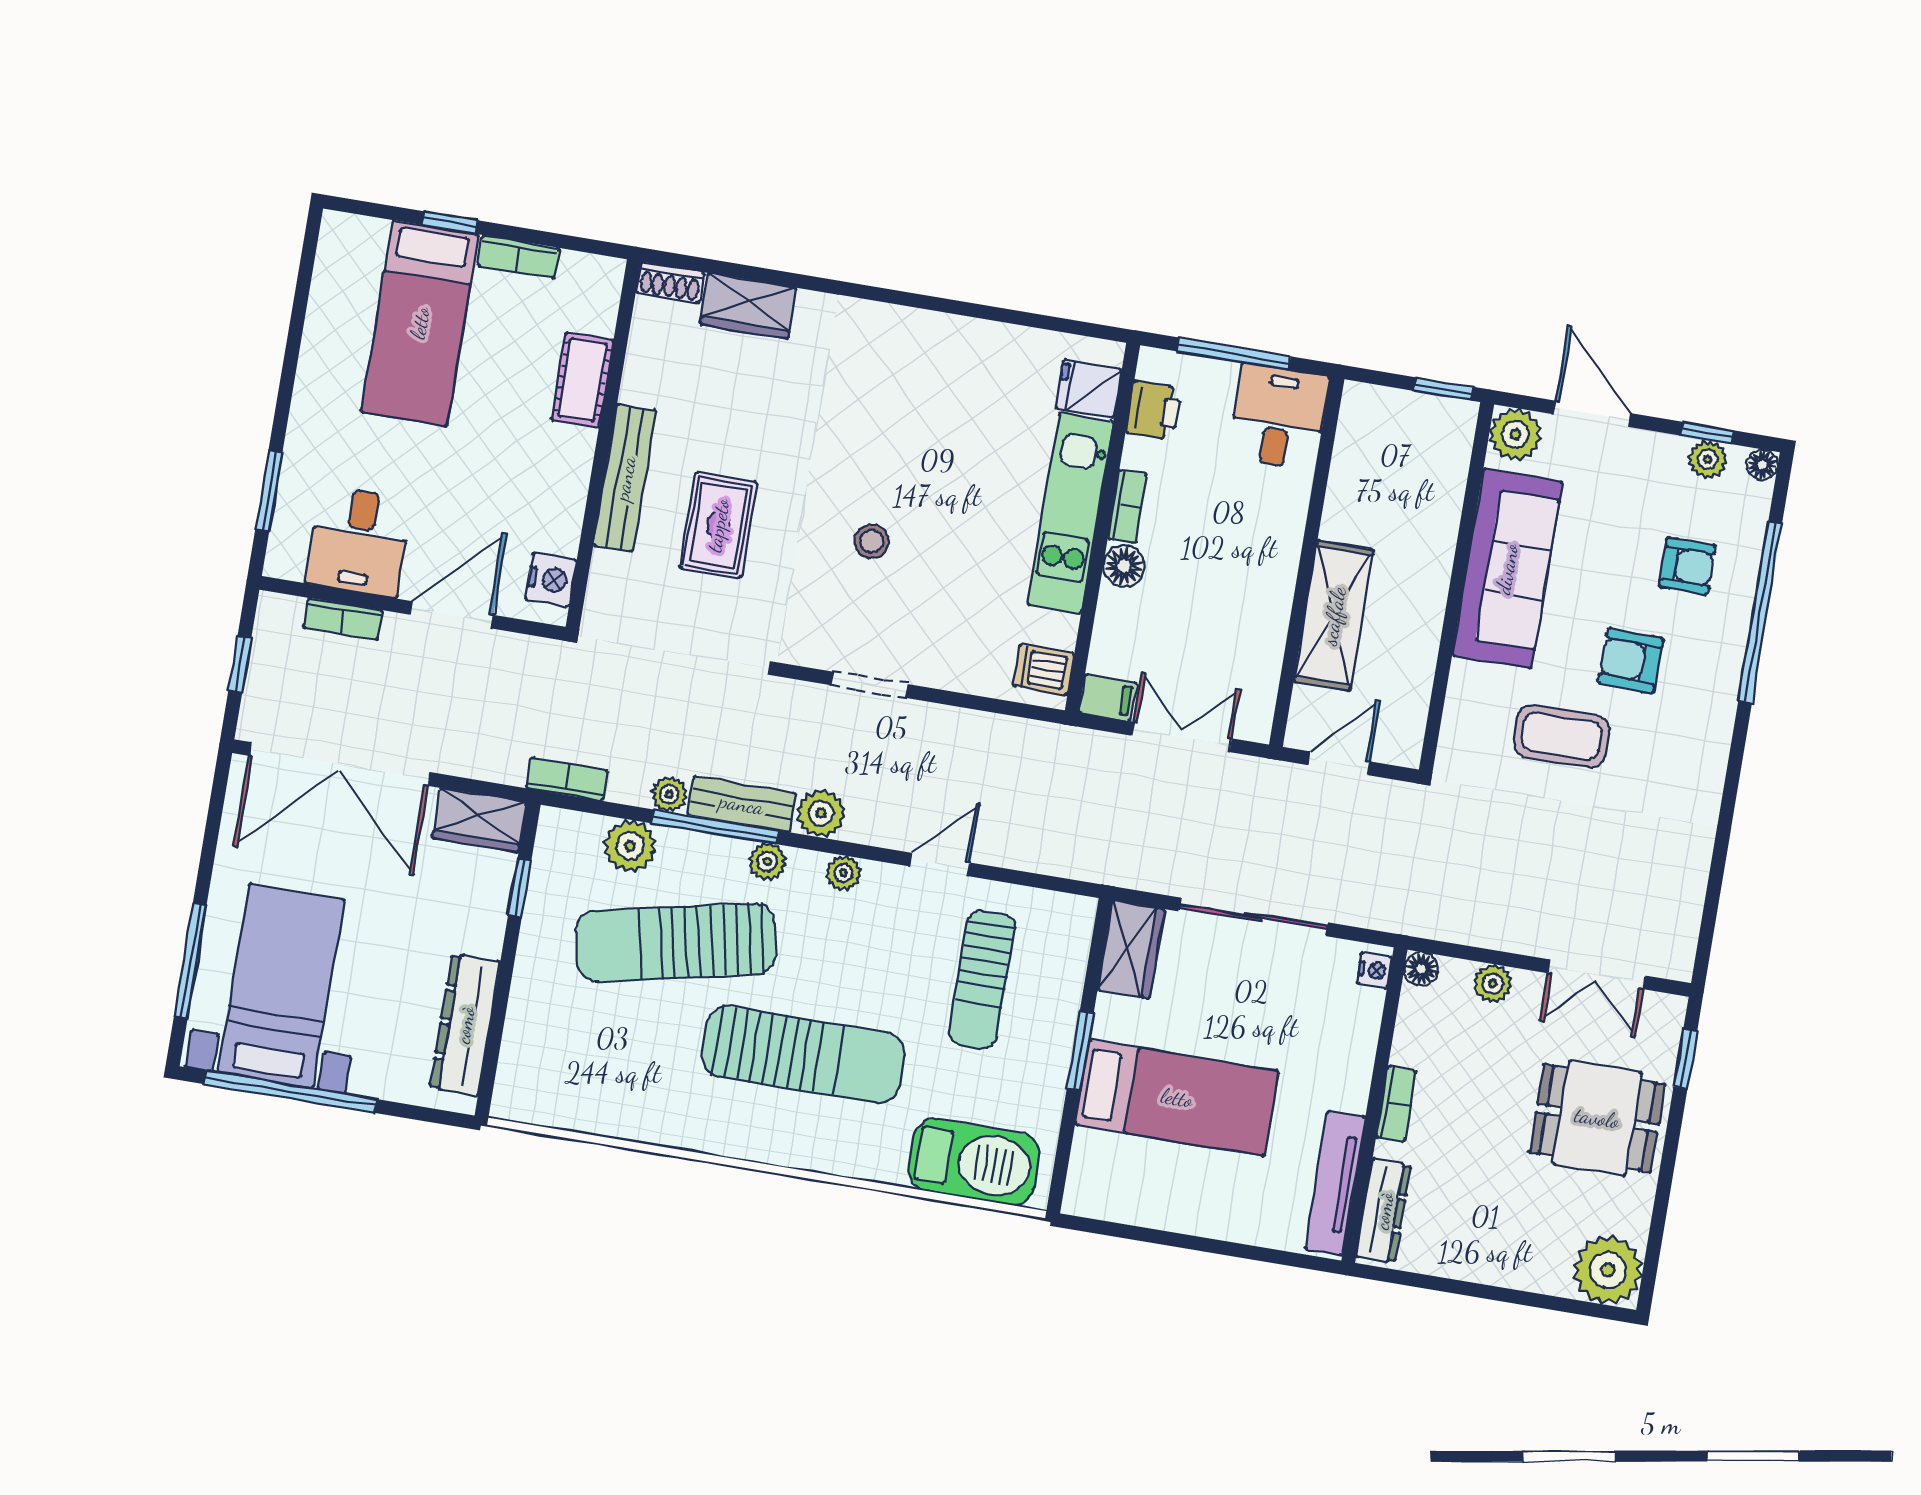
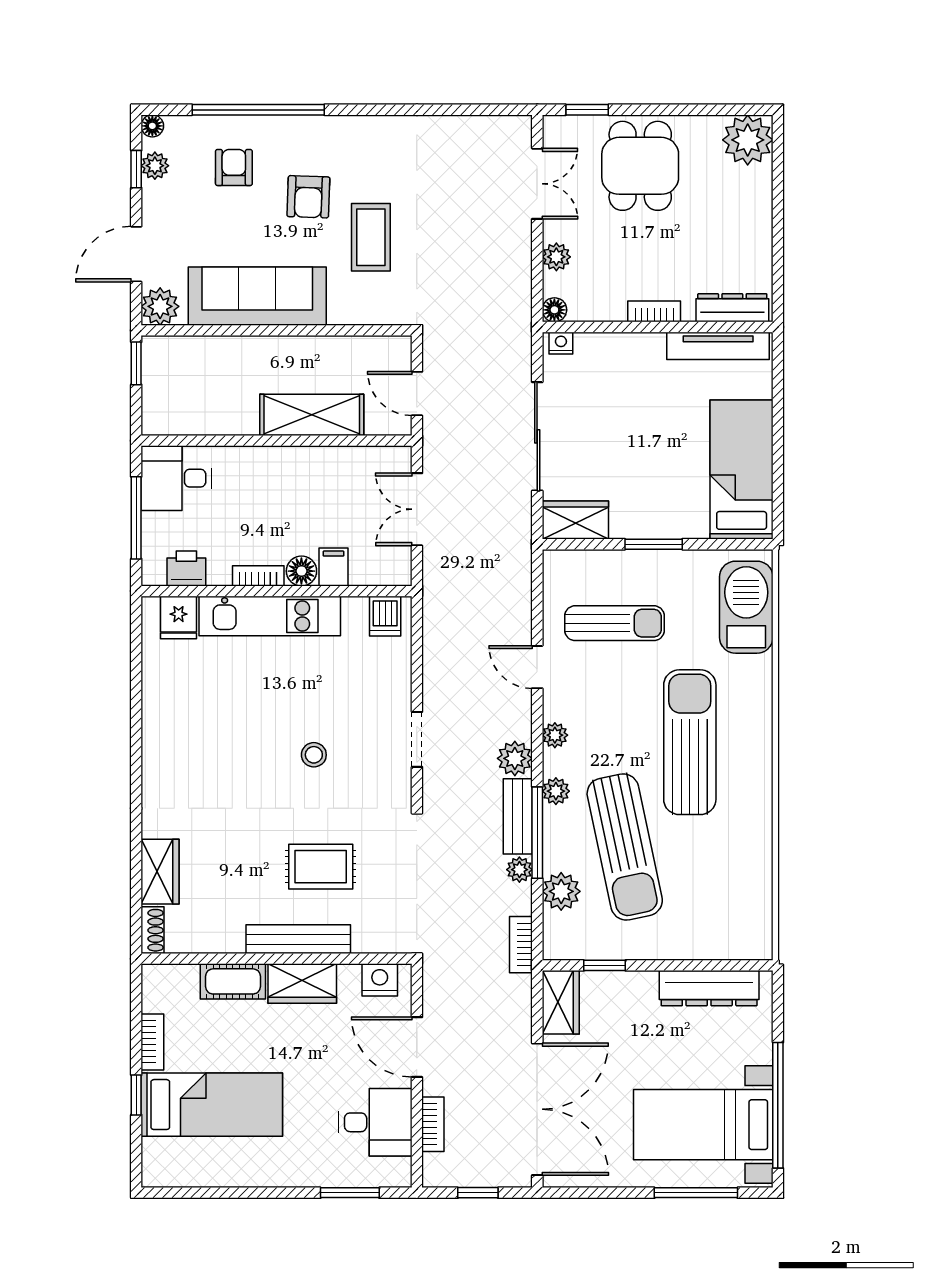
wardrobe: (564, 474) -> (302, 984), added
filing cabinet: (1108, 698) -> (333, 567), moved
bed: (1177, 1098) -> (742, 470), moved

